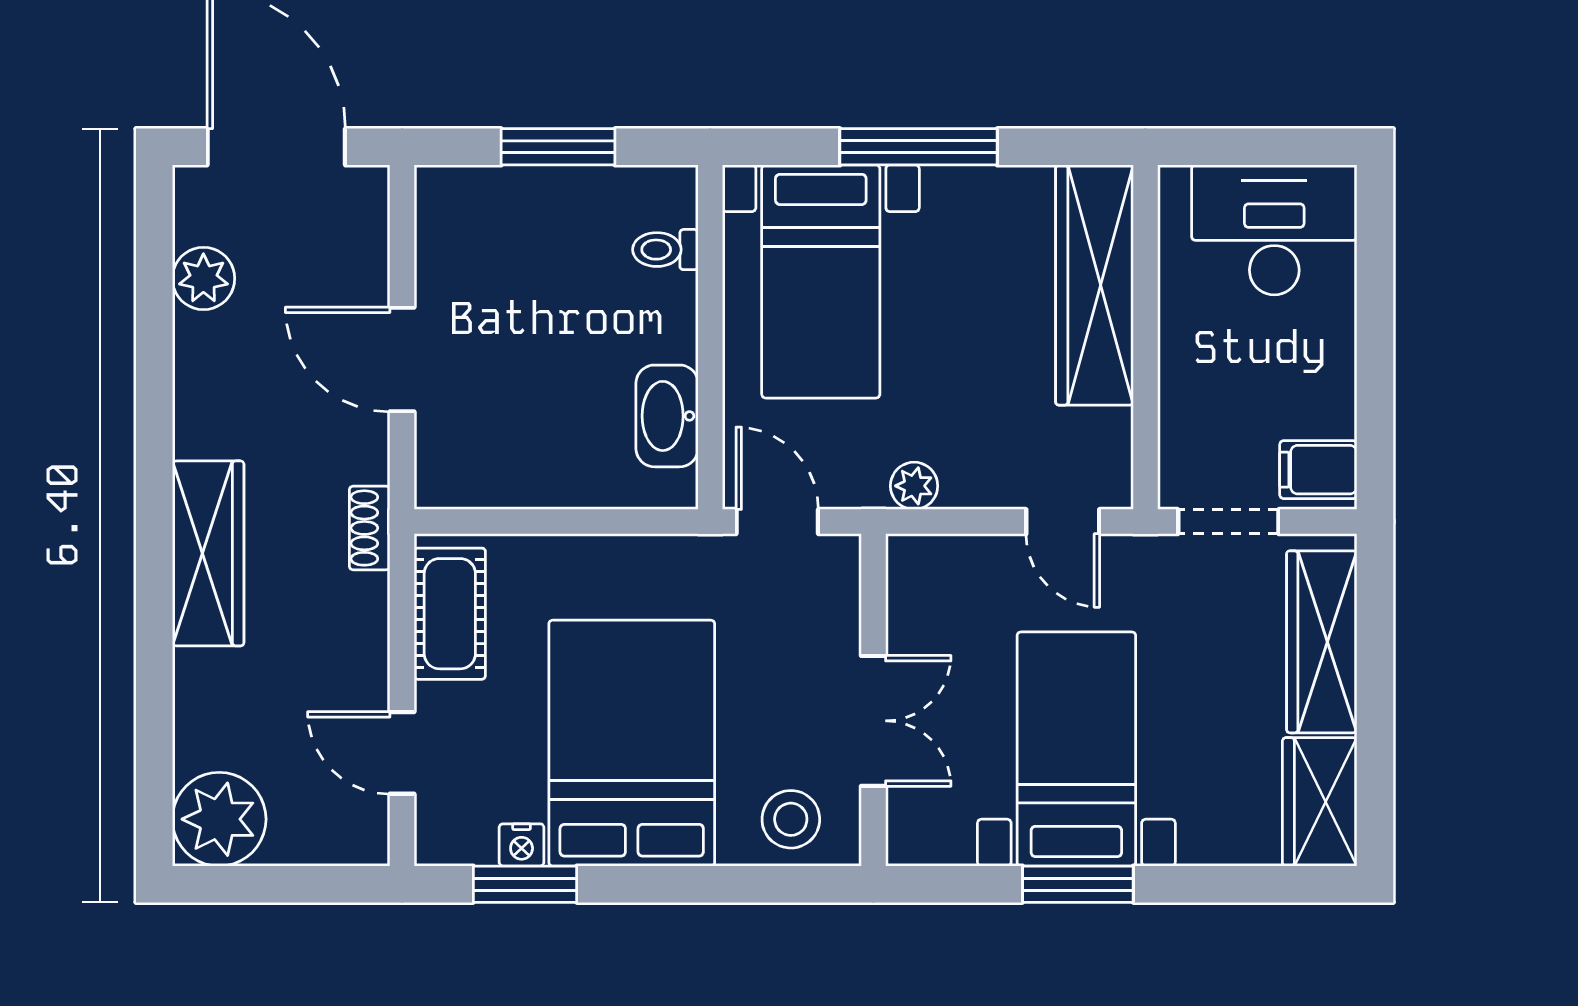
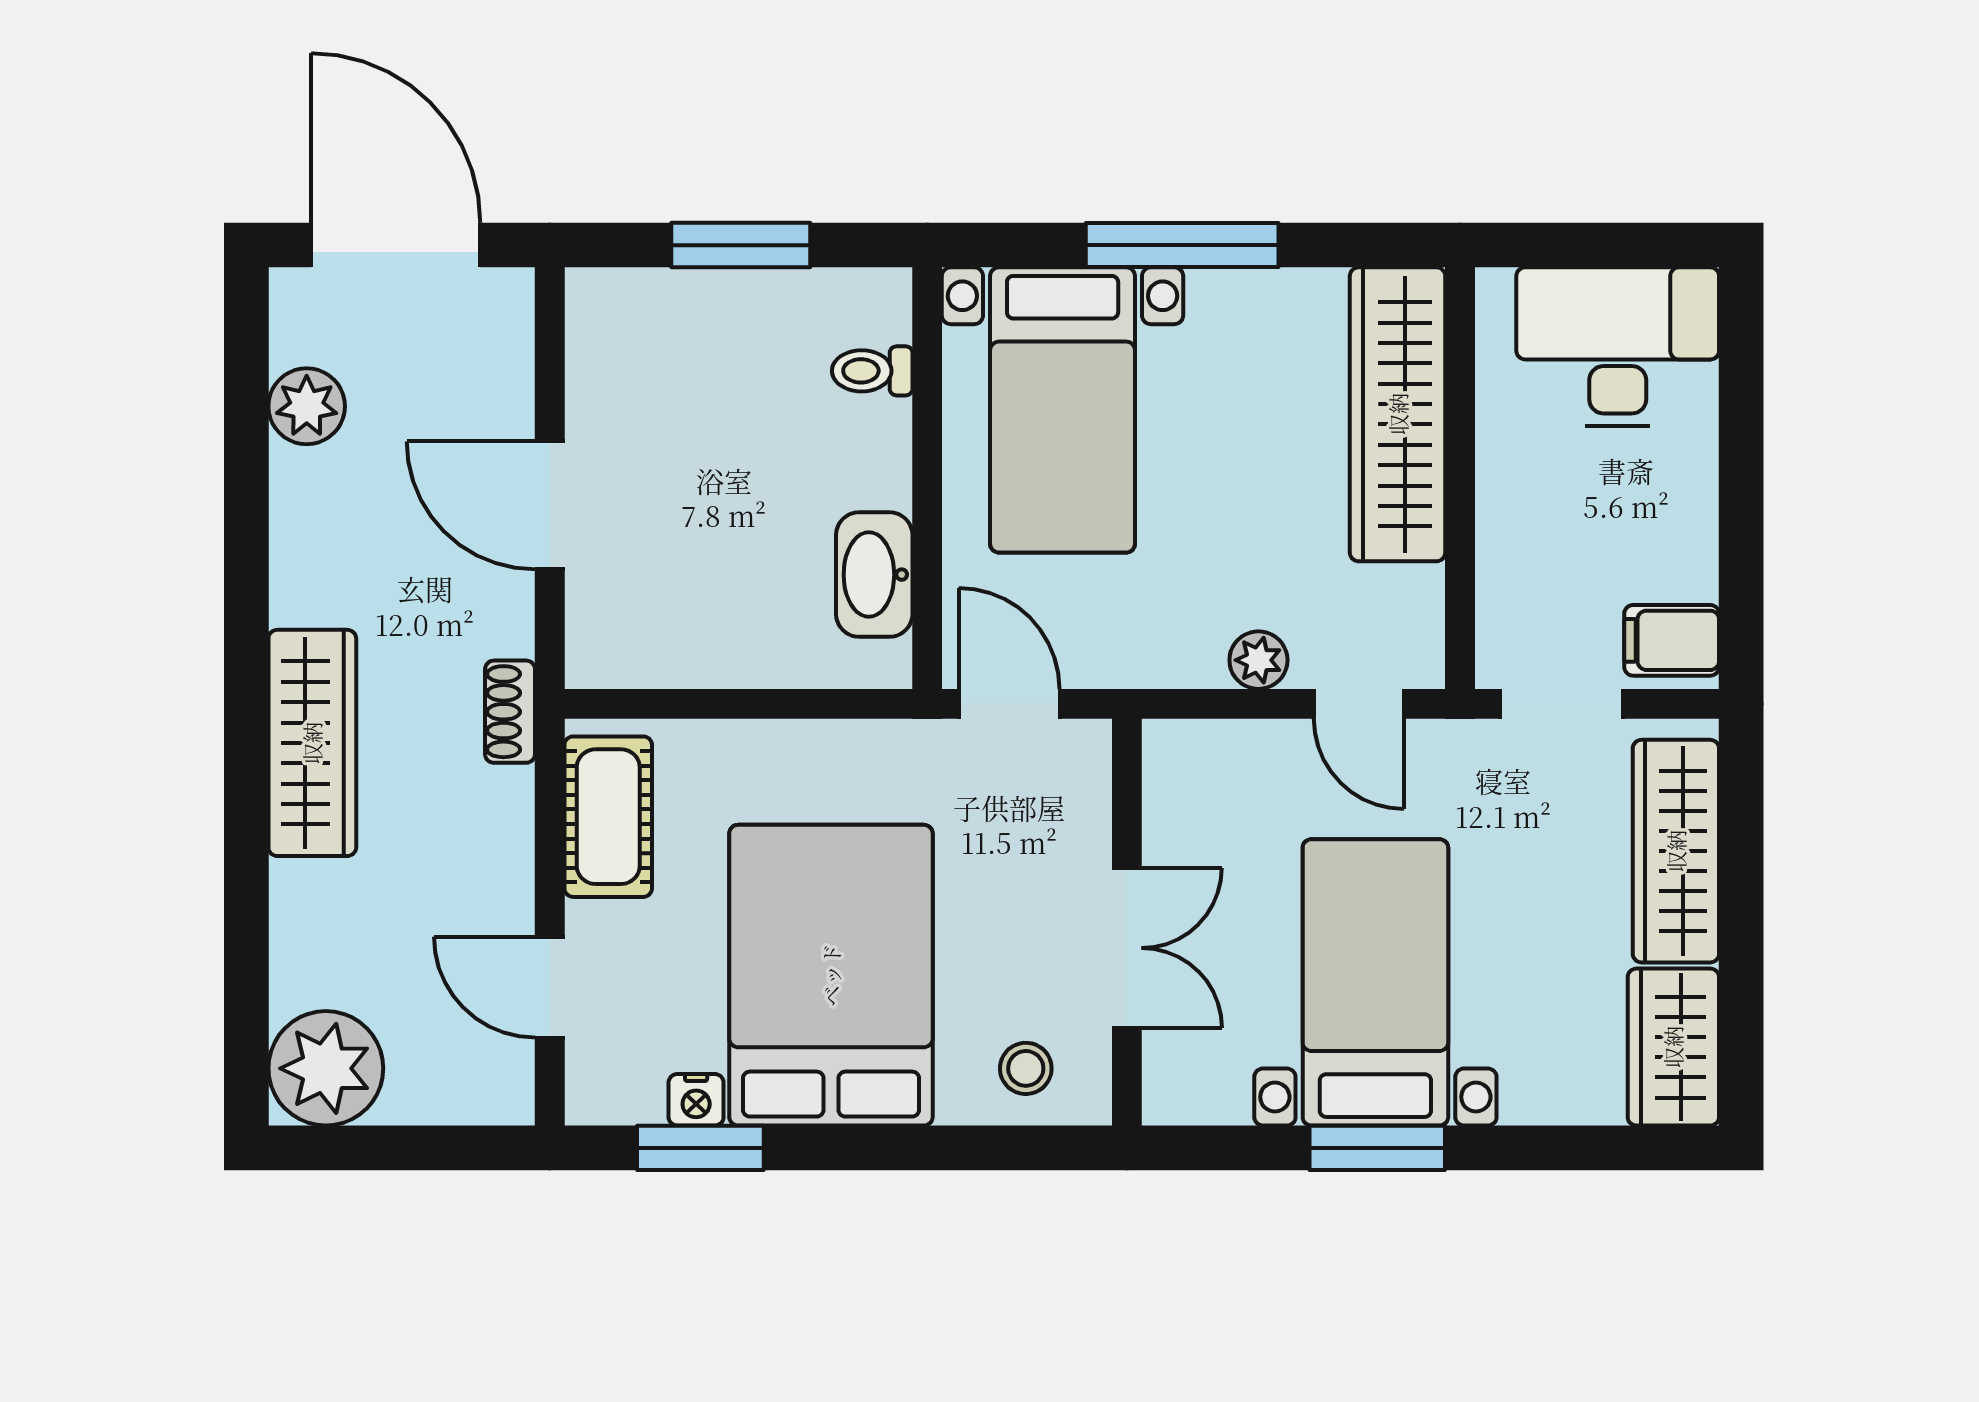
plant: (914, 486) -> (1258, 660), moved
stool: (791, 819) -> (1026, 1068), width x0.73, depth x0.73

